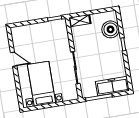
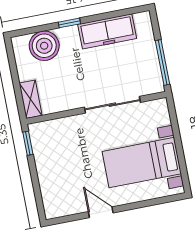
door: (14, 59) -> (101, 212), hinge flipped
freezer: (112, 86) -> (107, 31), moved, turned -90

